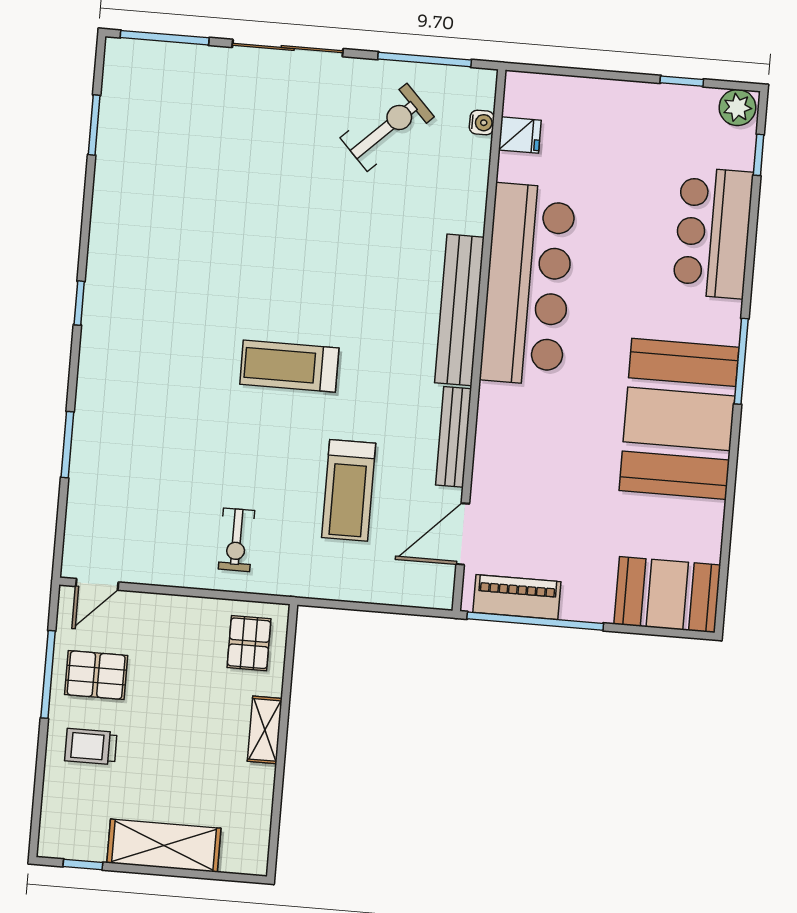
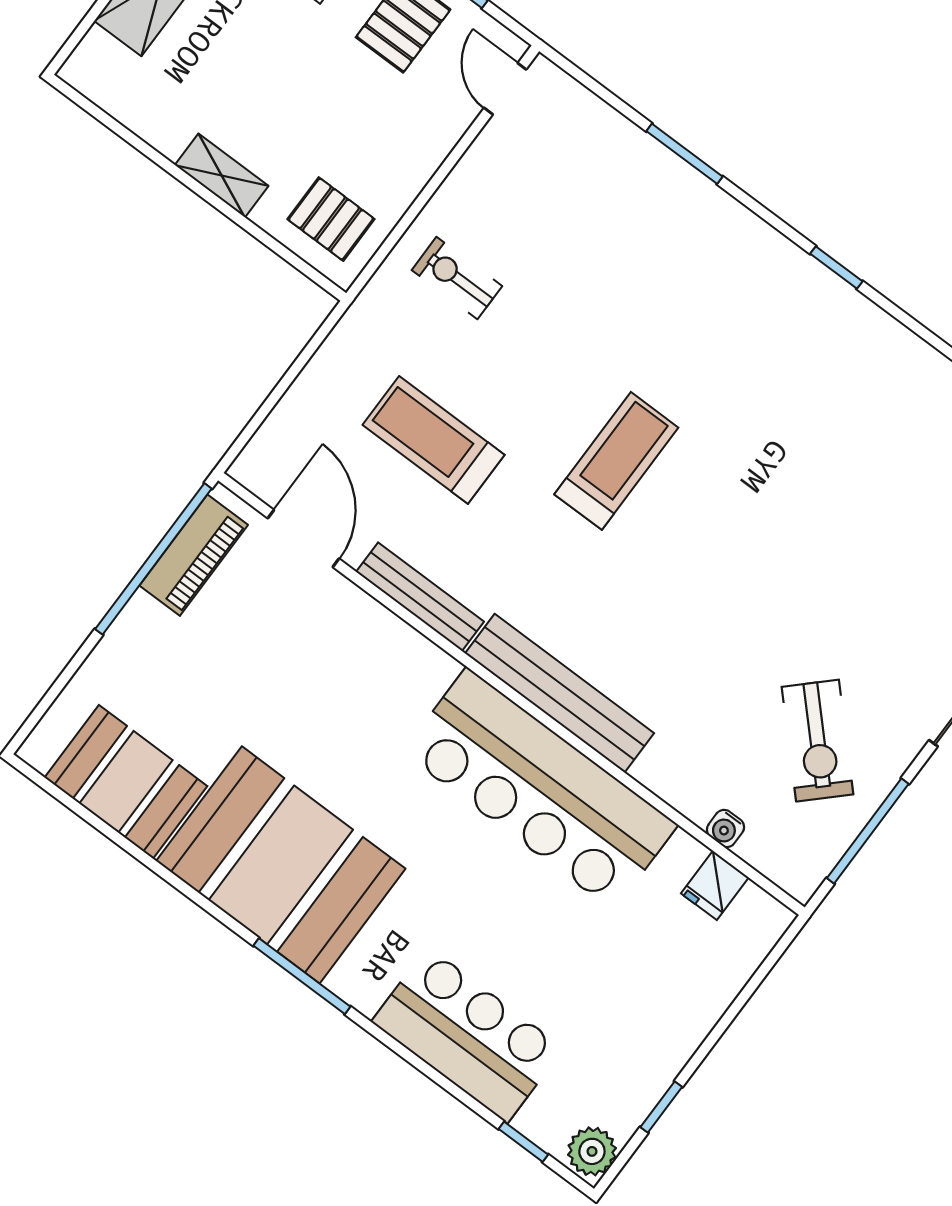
water cooler: (482, 123) -> (725, 828), moved
booth: (667, 595) -> (126, 782), moved, turned 90

